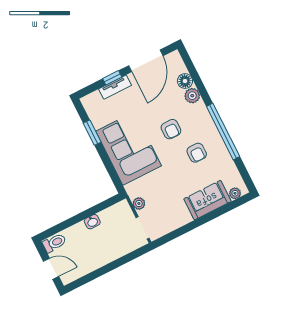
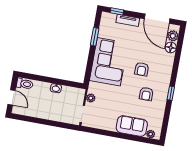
door: (146, 61) -> (157, 19), hinge flipped
window: (112, 78) -> (117, 11), moved
plant: (192, 96) -> (173, 36), moved
window: (223, 132) -> (171, 93), width x0.32

